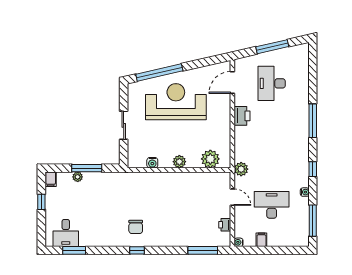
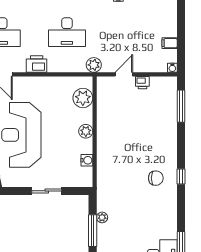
plant: (78, 177) -> (102, 217), moved
desk: (272, 205) -> (67, 32), moved, turned -90
printer: (225, 225) -> (142, 83), moved

